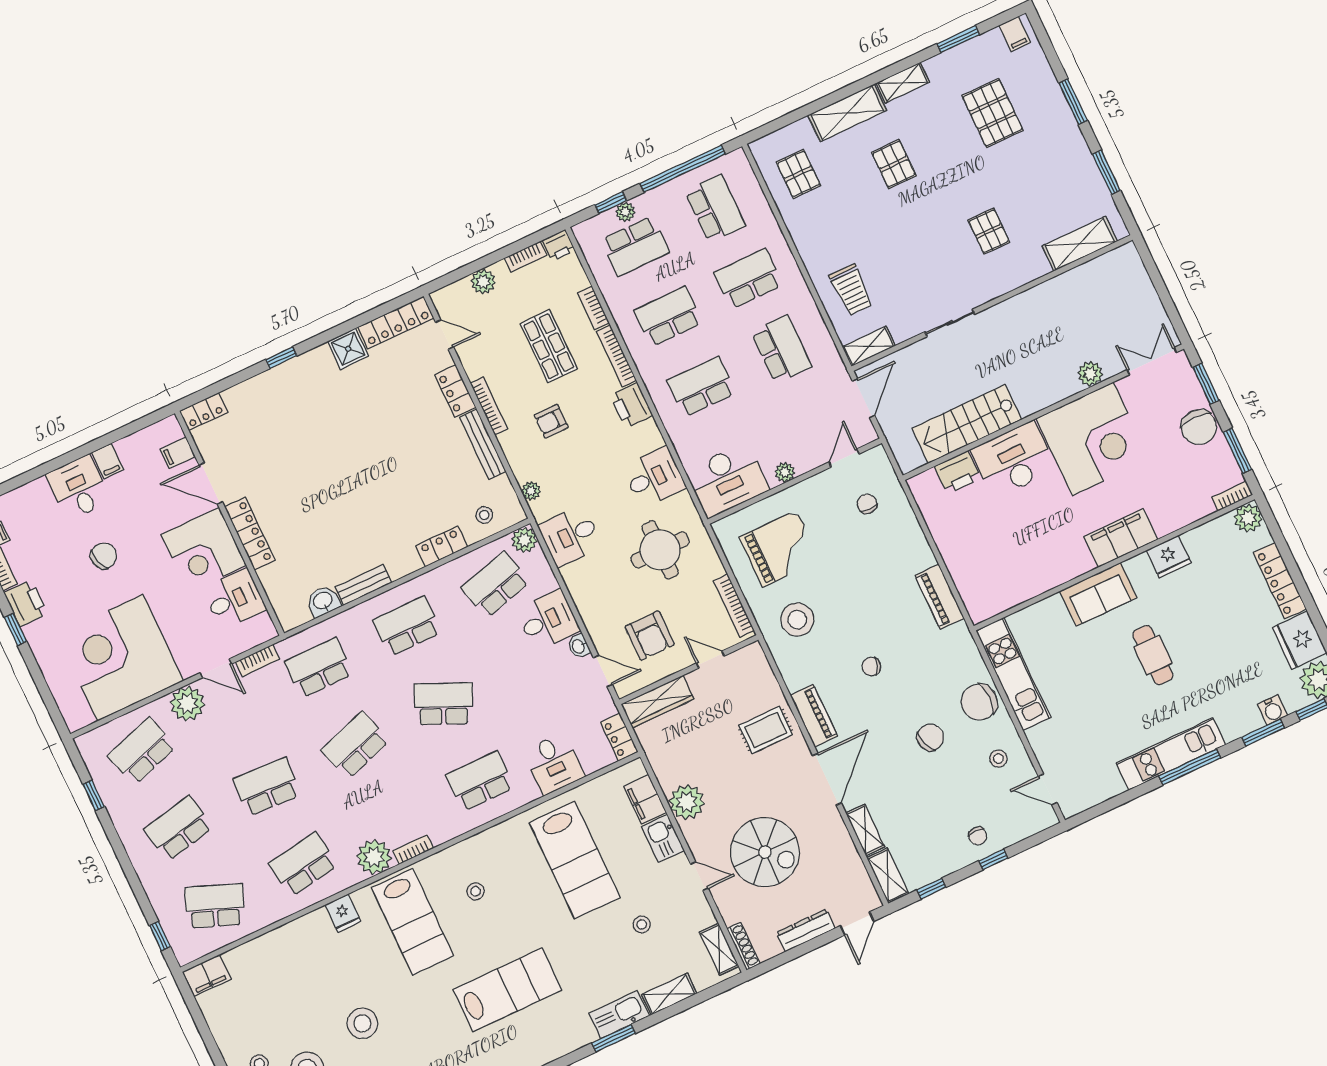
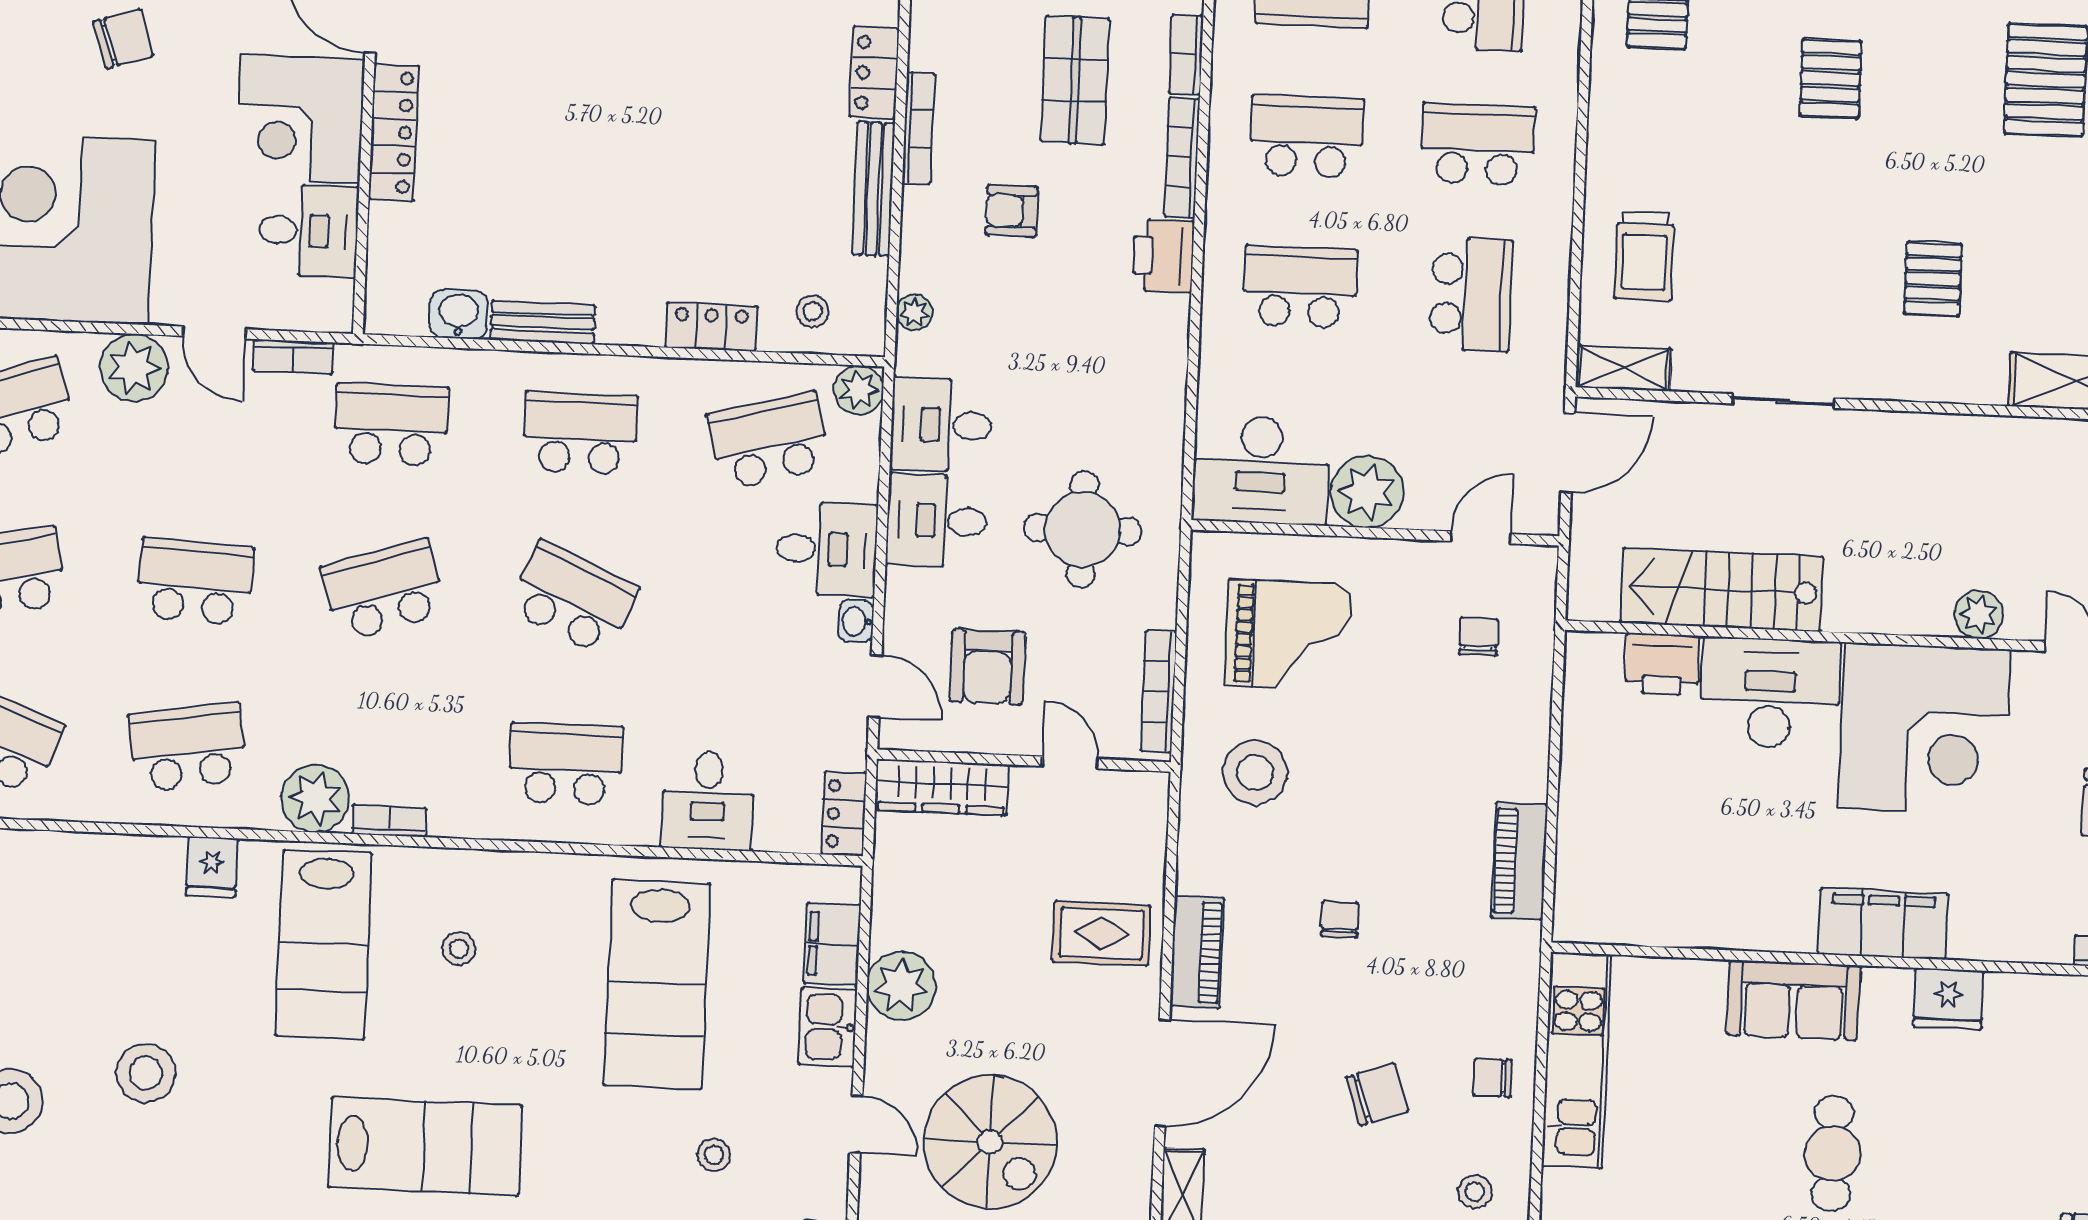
plant: (785, 472) -> (1367, 492), width x1.88, depth x1.88
desk: (654, 477) -> (937, 521), moved, turned 180
chair: (871, 666) -> (1340, 919), turned 69
chair: (979, 702) -> (1492, 1078), width x0.54, depth x0.54

